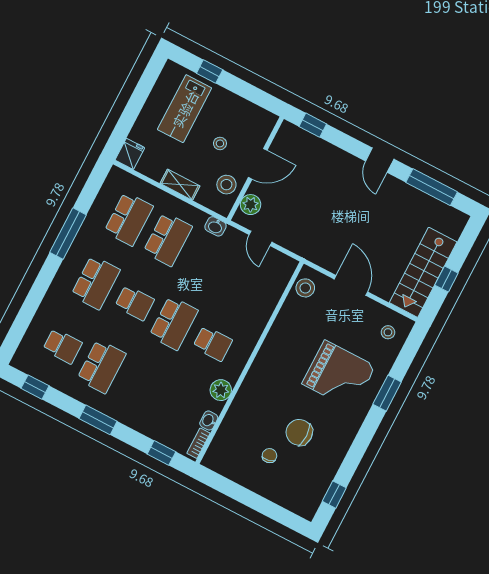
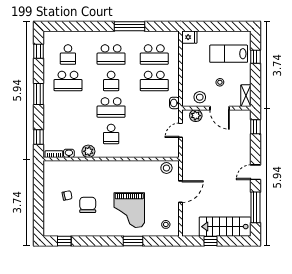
shelving: (180, 185) -> (246, 96), moved
stairs: (423, 272) -> (225, 227), moved

